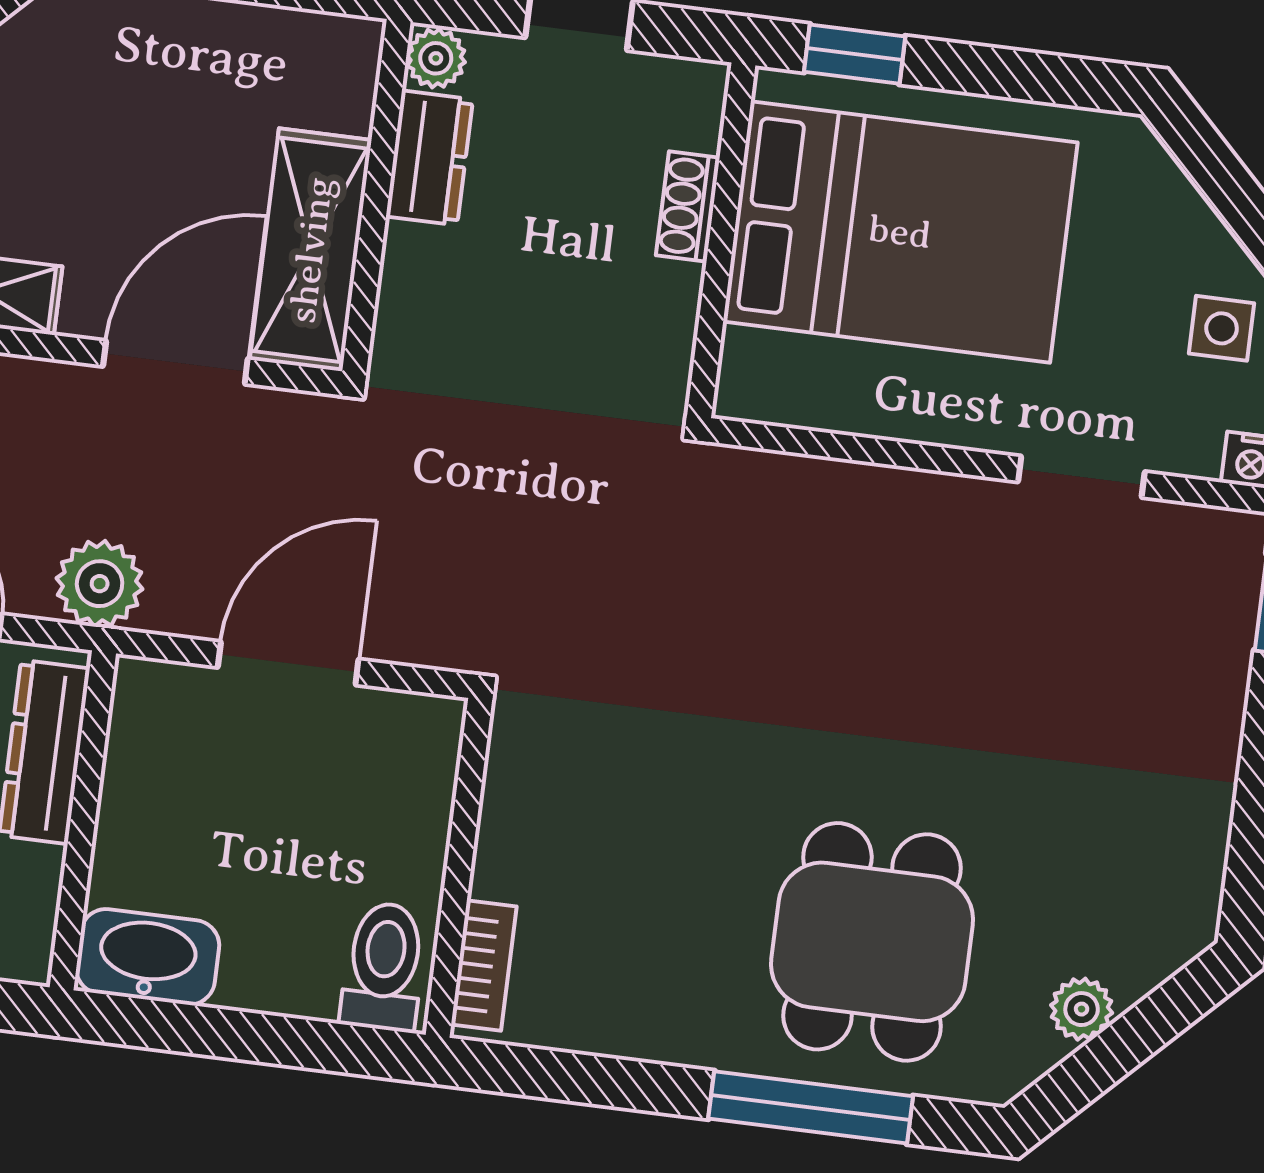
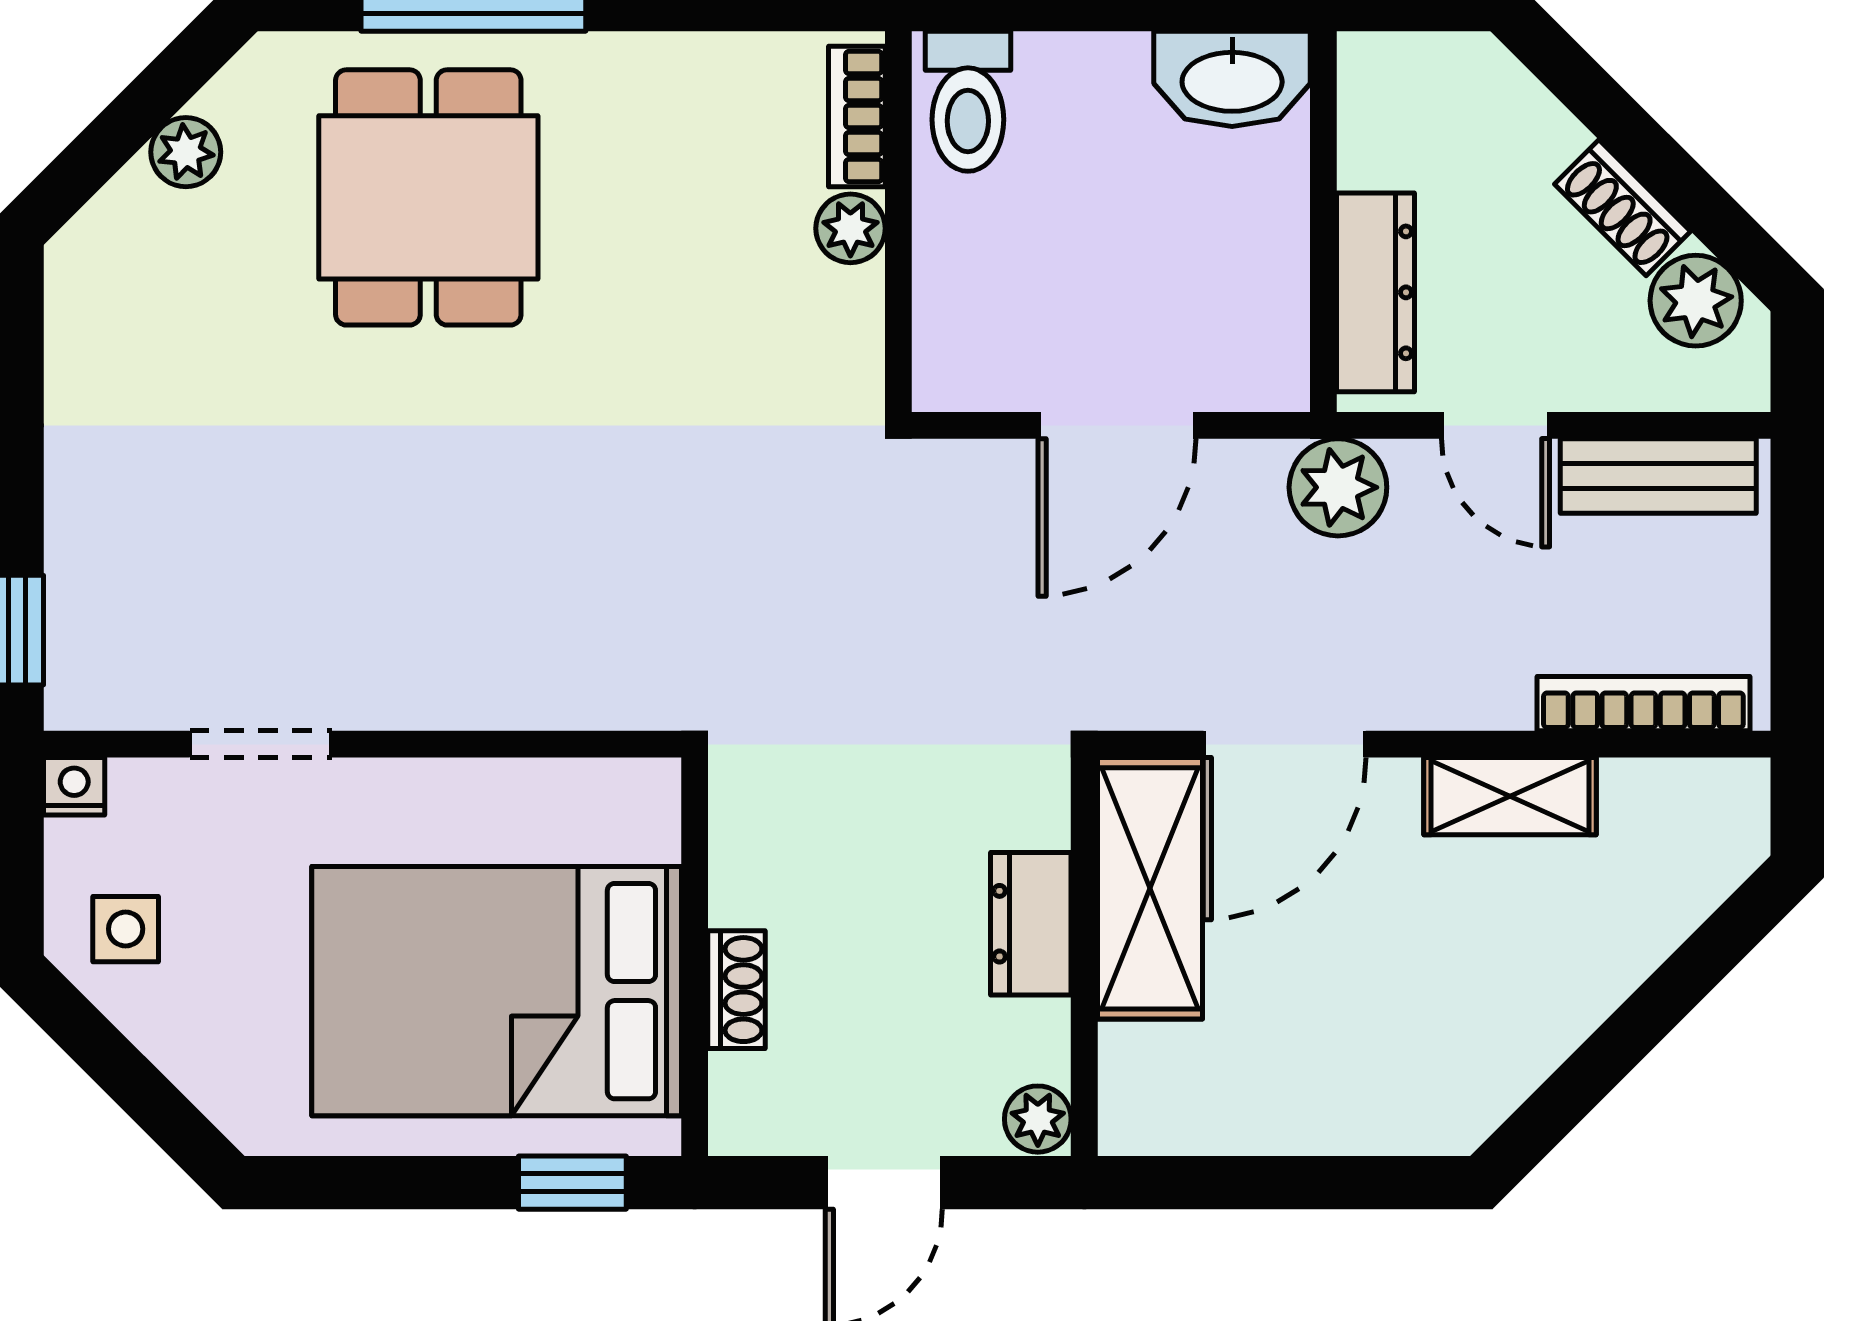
dresser: (429, 158) -> (1031, 924), moved
plant: (502, 867) -> (850, 228), added

